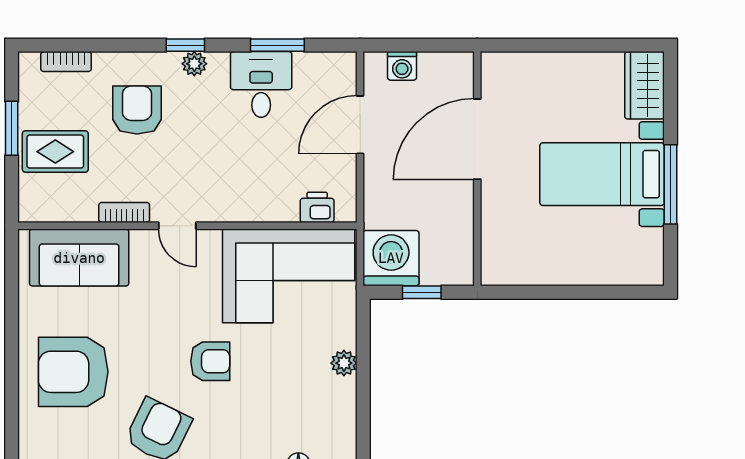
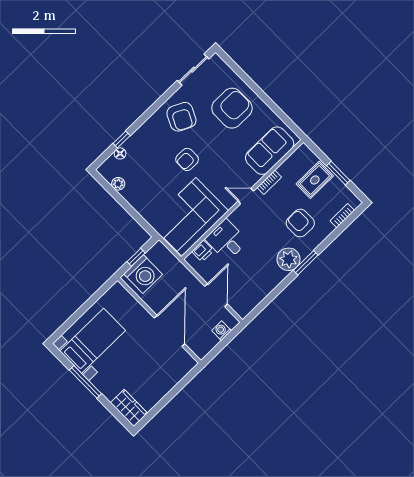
window: (185, 45) -> (306, 263), width x1.50
window: (277, 45) -> (273, 295), removed
plant: (194, 64) -> (288, 259), width x1.88, depth x1.88
desk: (261, 84) -> (227, 240), moved, turned 180
armchair: (137, 110) -> (300, 223), turned 180
bed with nightstands: (602, 174) -> (93, 341), moved
washing machine: (391, 258) -> (143, 274), moved
plant: (344, 363) -> (118, 184), moved

